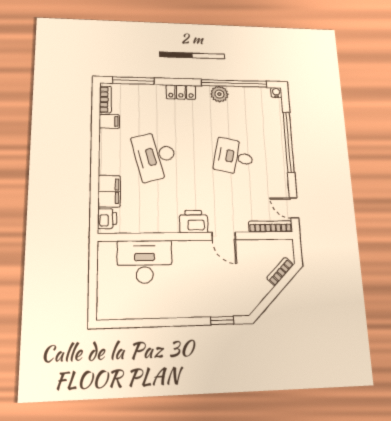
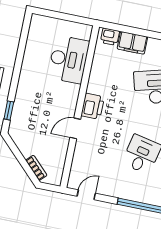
bookcase: (271, 227) -> (75, 170), removed

